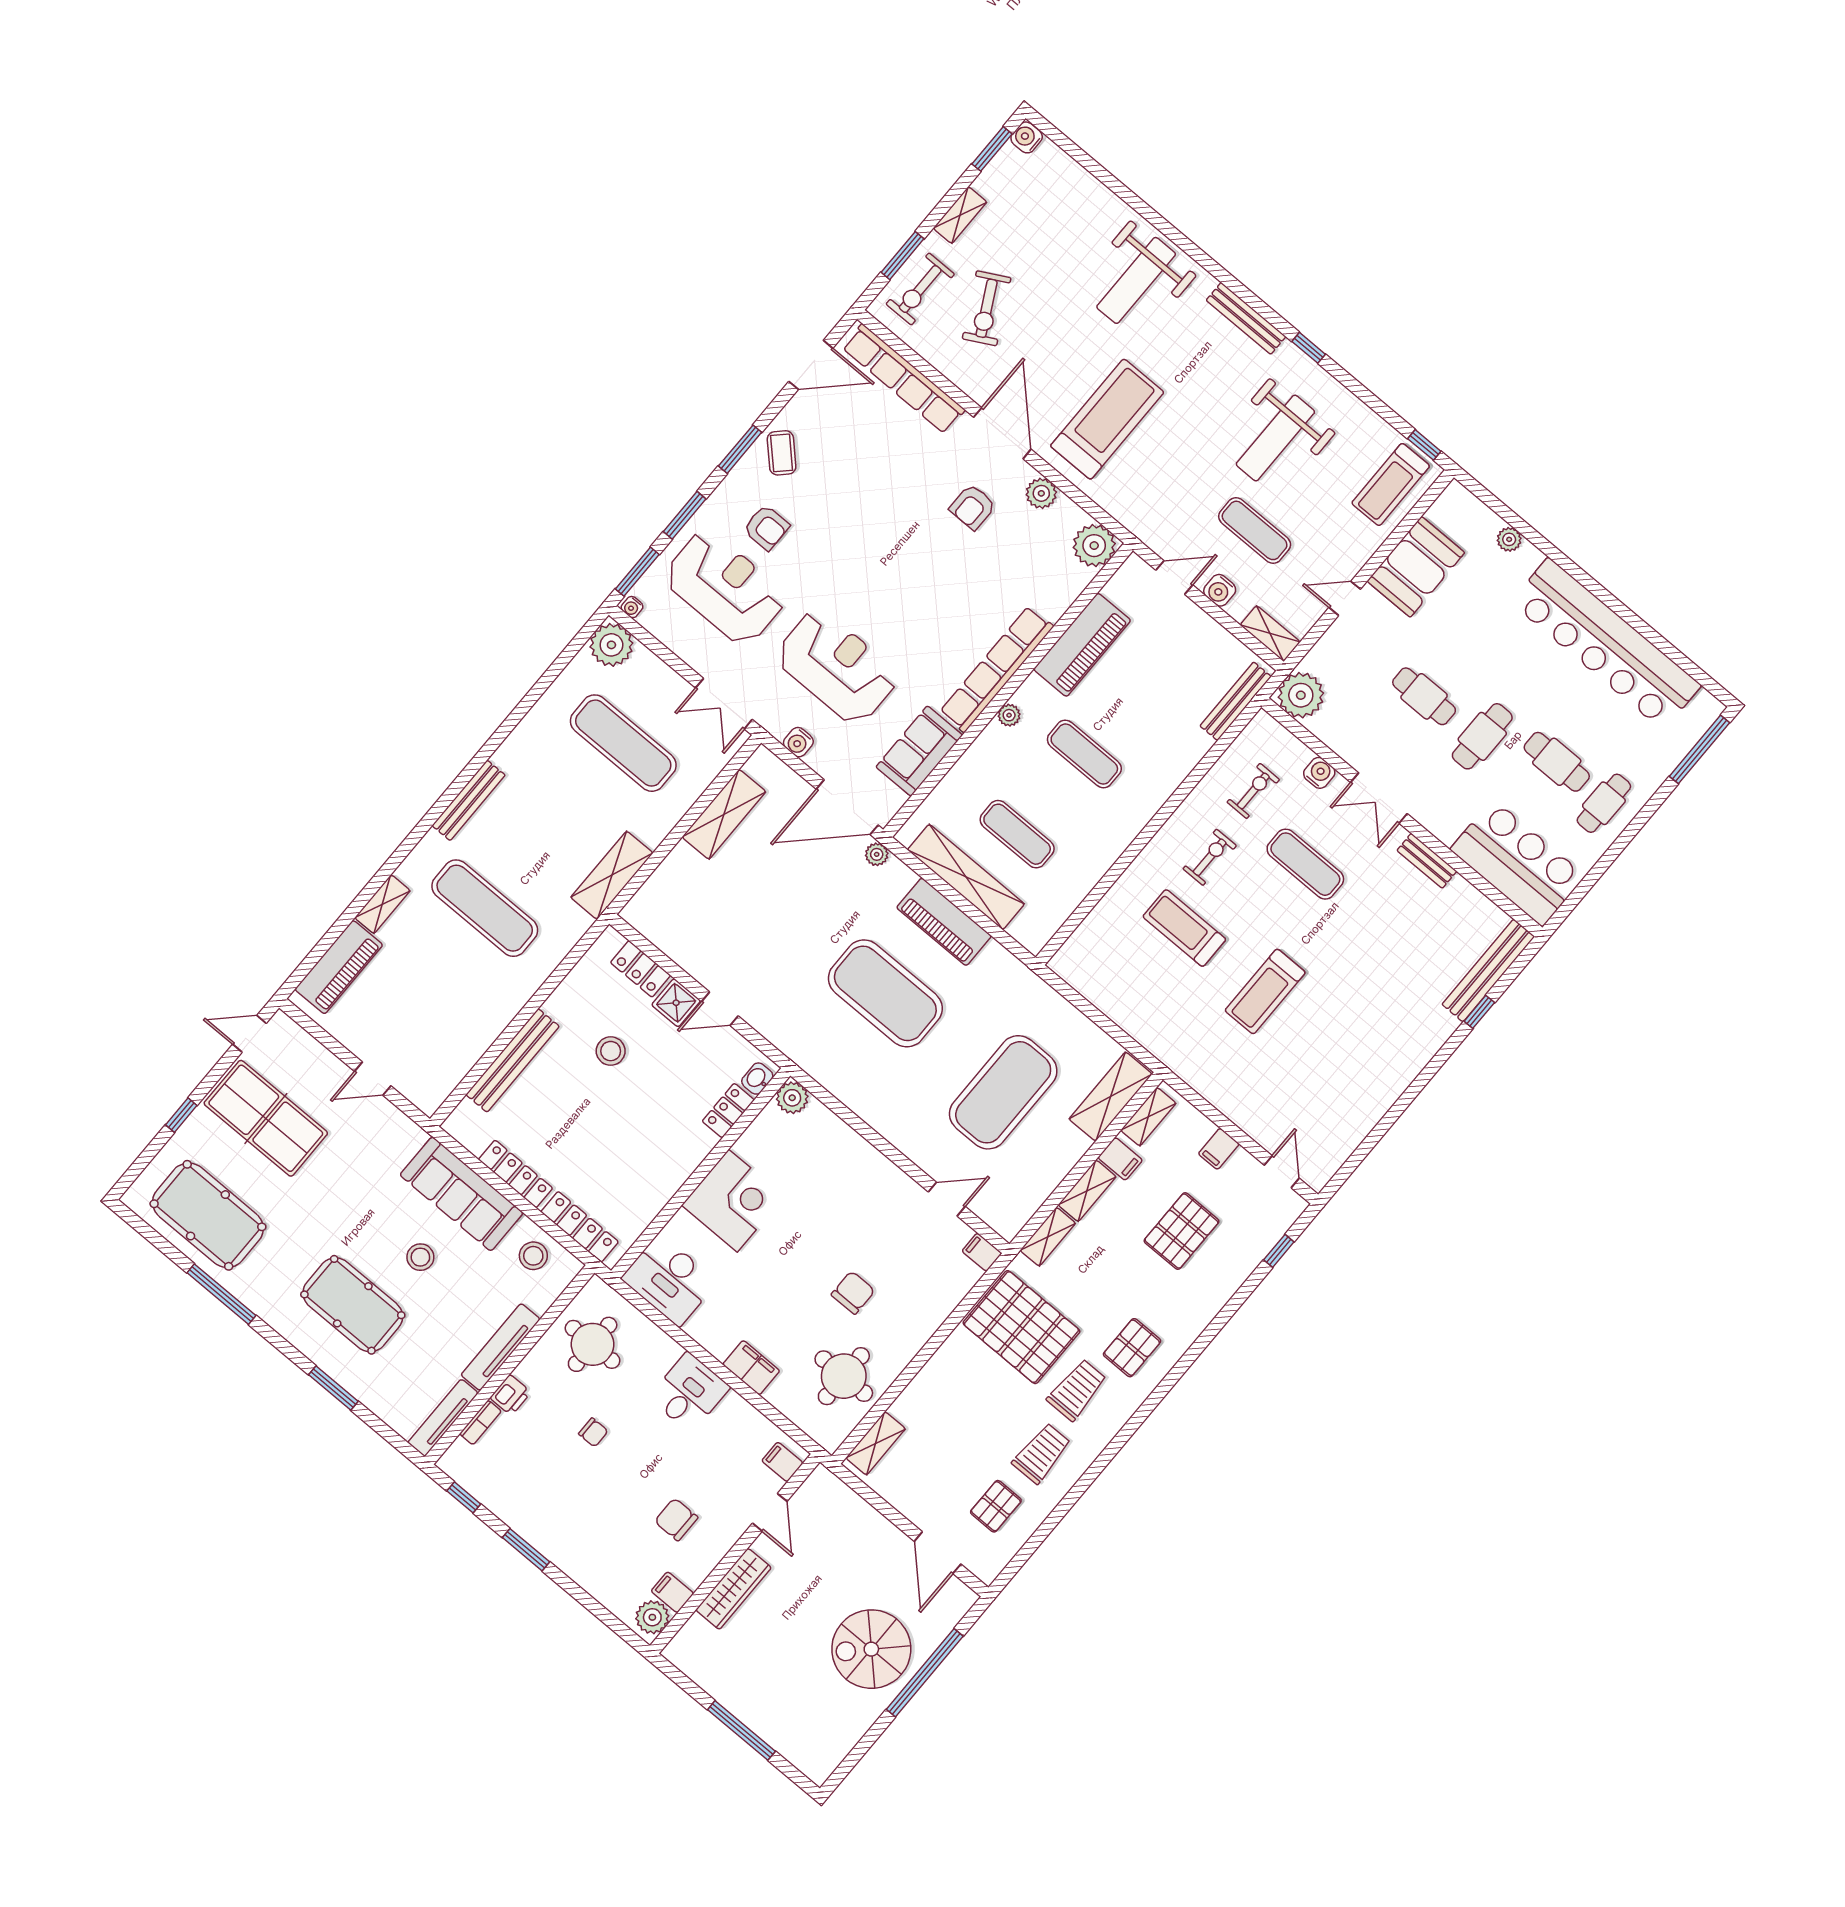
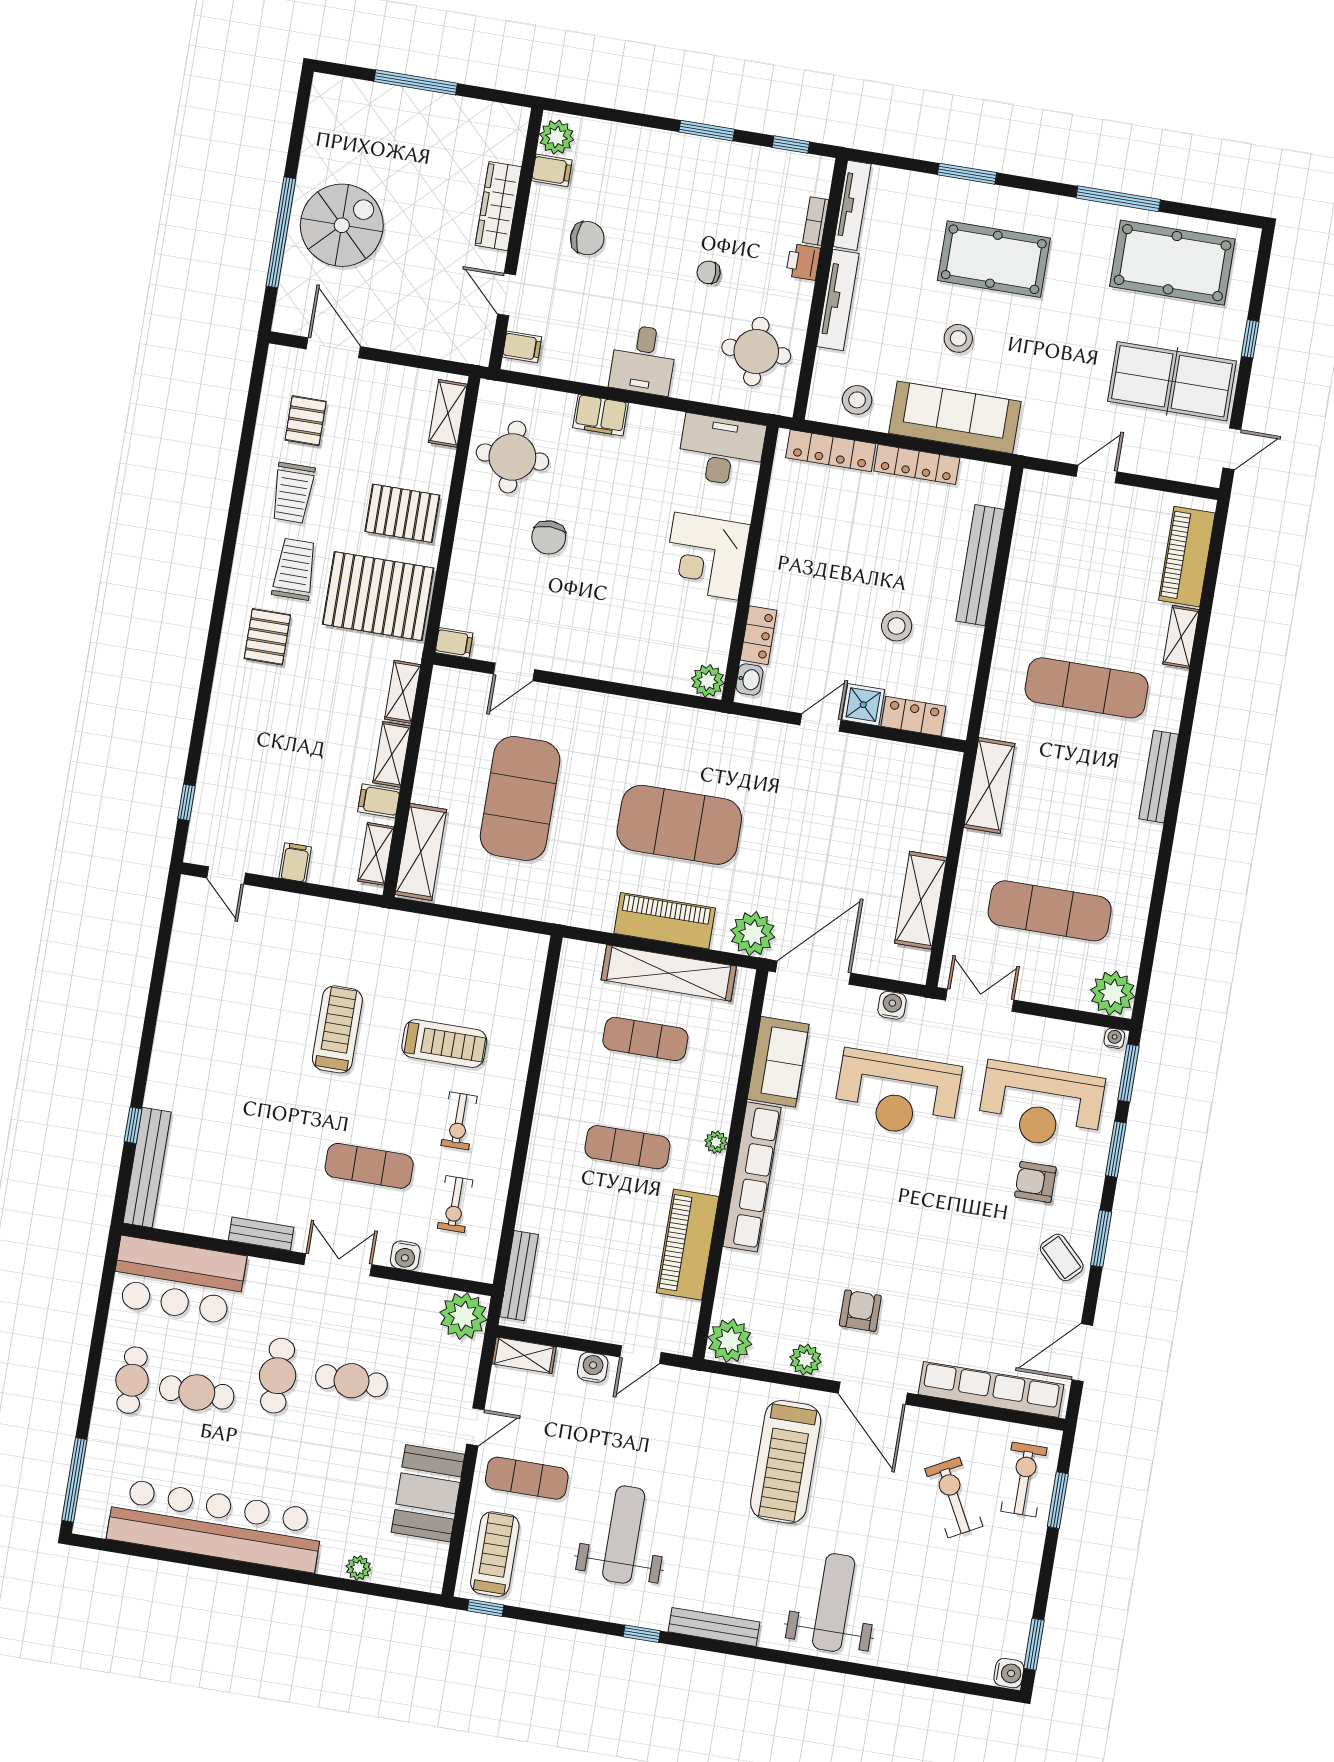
shelving: (960, 215) -> (1027, 1567), removed
exercise mat: (1255, 530) -> (527, 1478), moved
plant: (877, 854) -> (753, 934), width x1.87, depth x1.87
pallet: (1181, 1231) -> (402, 513), moved, turned 90
trolley: (1077, 1390) -> (295, 569), turned 180

